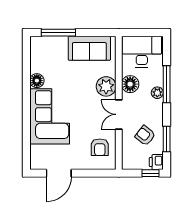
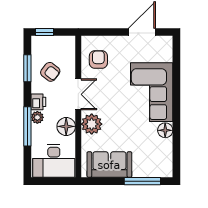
printer: (156, 162) -> (38, 102), moved

